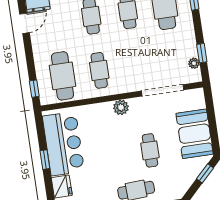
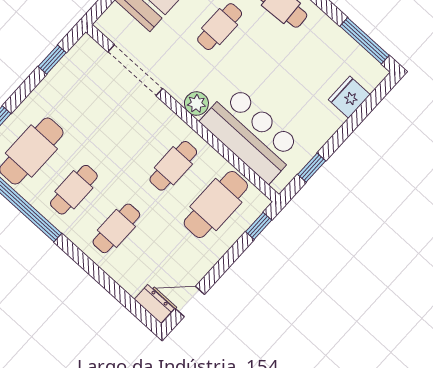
plant: (194, 63) -> (72, 59), removed
bar counter: (63, 144) -> (251, 134), moved, turned 90
window: (45, 160) -> (312, 168), moved

